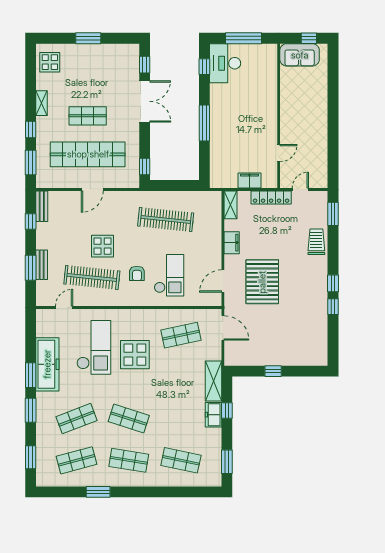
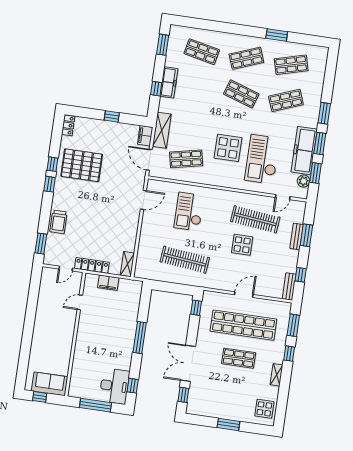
filing cabinet: (232, 243) -> (145, 136), moved
armchair: (137, 273) -> (216, 217), removed
pallet: (262, 282) -> (82, 165), moved, turned 90
plant: (43, 329) -> (303, 181), added
locker: (322, 354) -> (68, 125), added
shelving: (214, 381) -> (162, 130), moved
freezer: (214, 415) -> (169, 82), width x1.40
window: (31, 457) -> (315, 173), moved
shop shelf: (129, 460) -> (246, 58), turned -30

